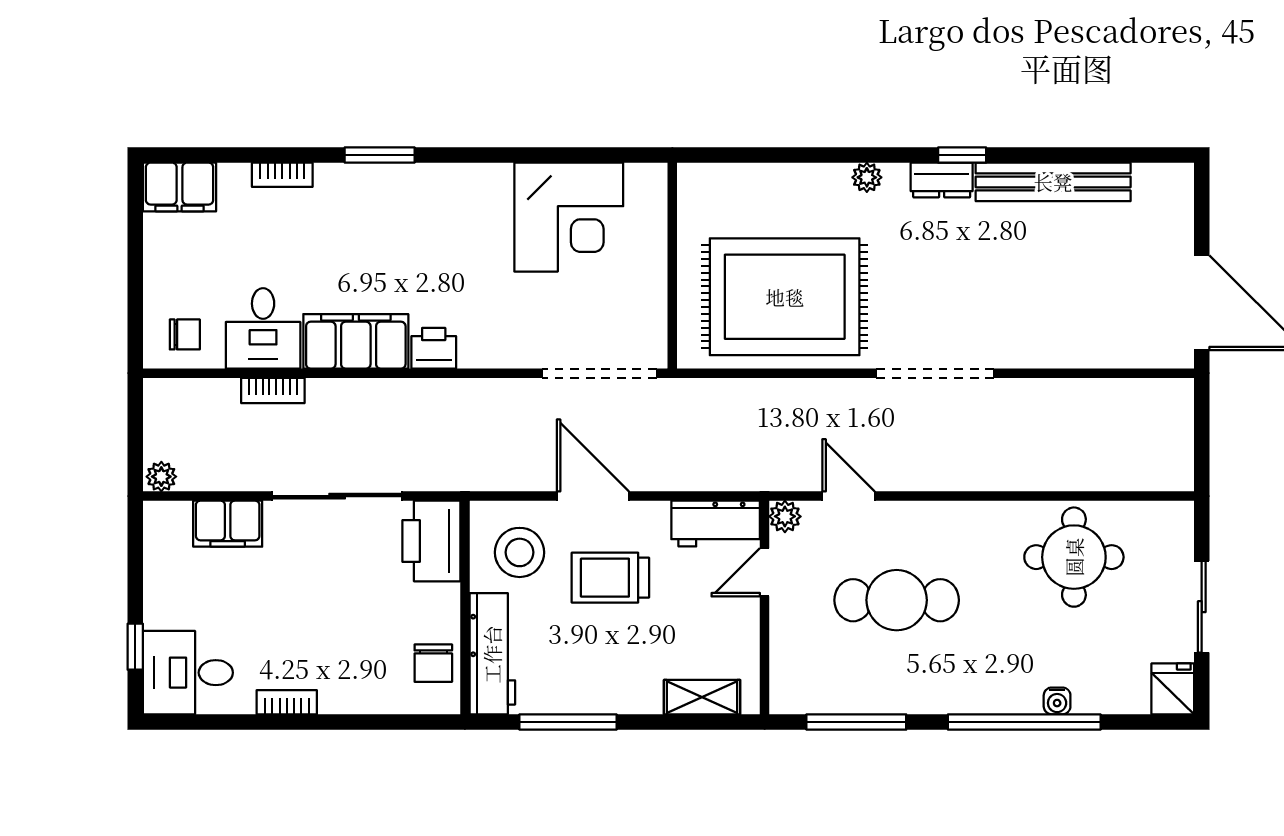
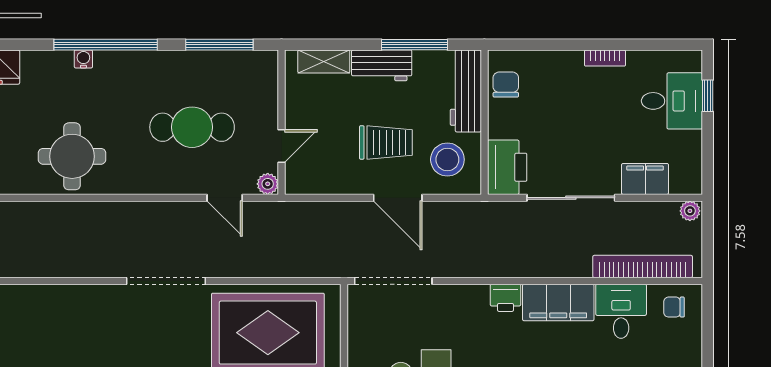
bookcase: (273, 390) -> (643, 266), width x2.31, depth x1.31
workbench: (716, 524) -> (382, 65), moved, turned 180
desk: (188, 673) -> (672, 101), moved

